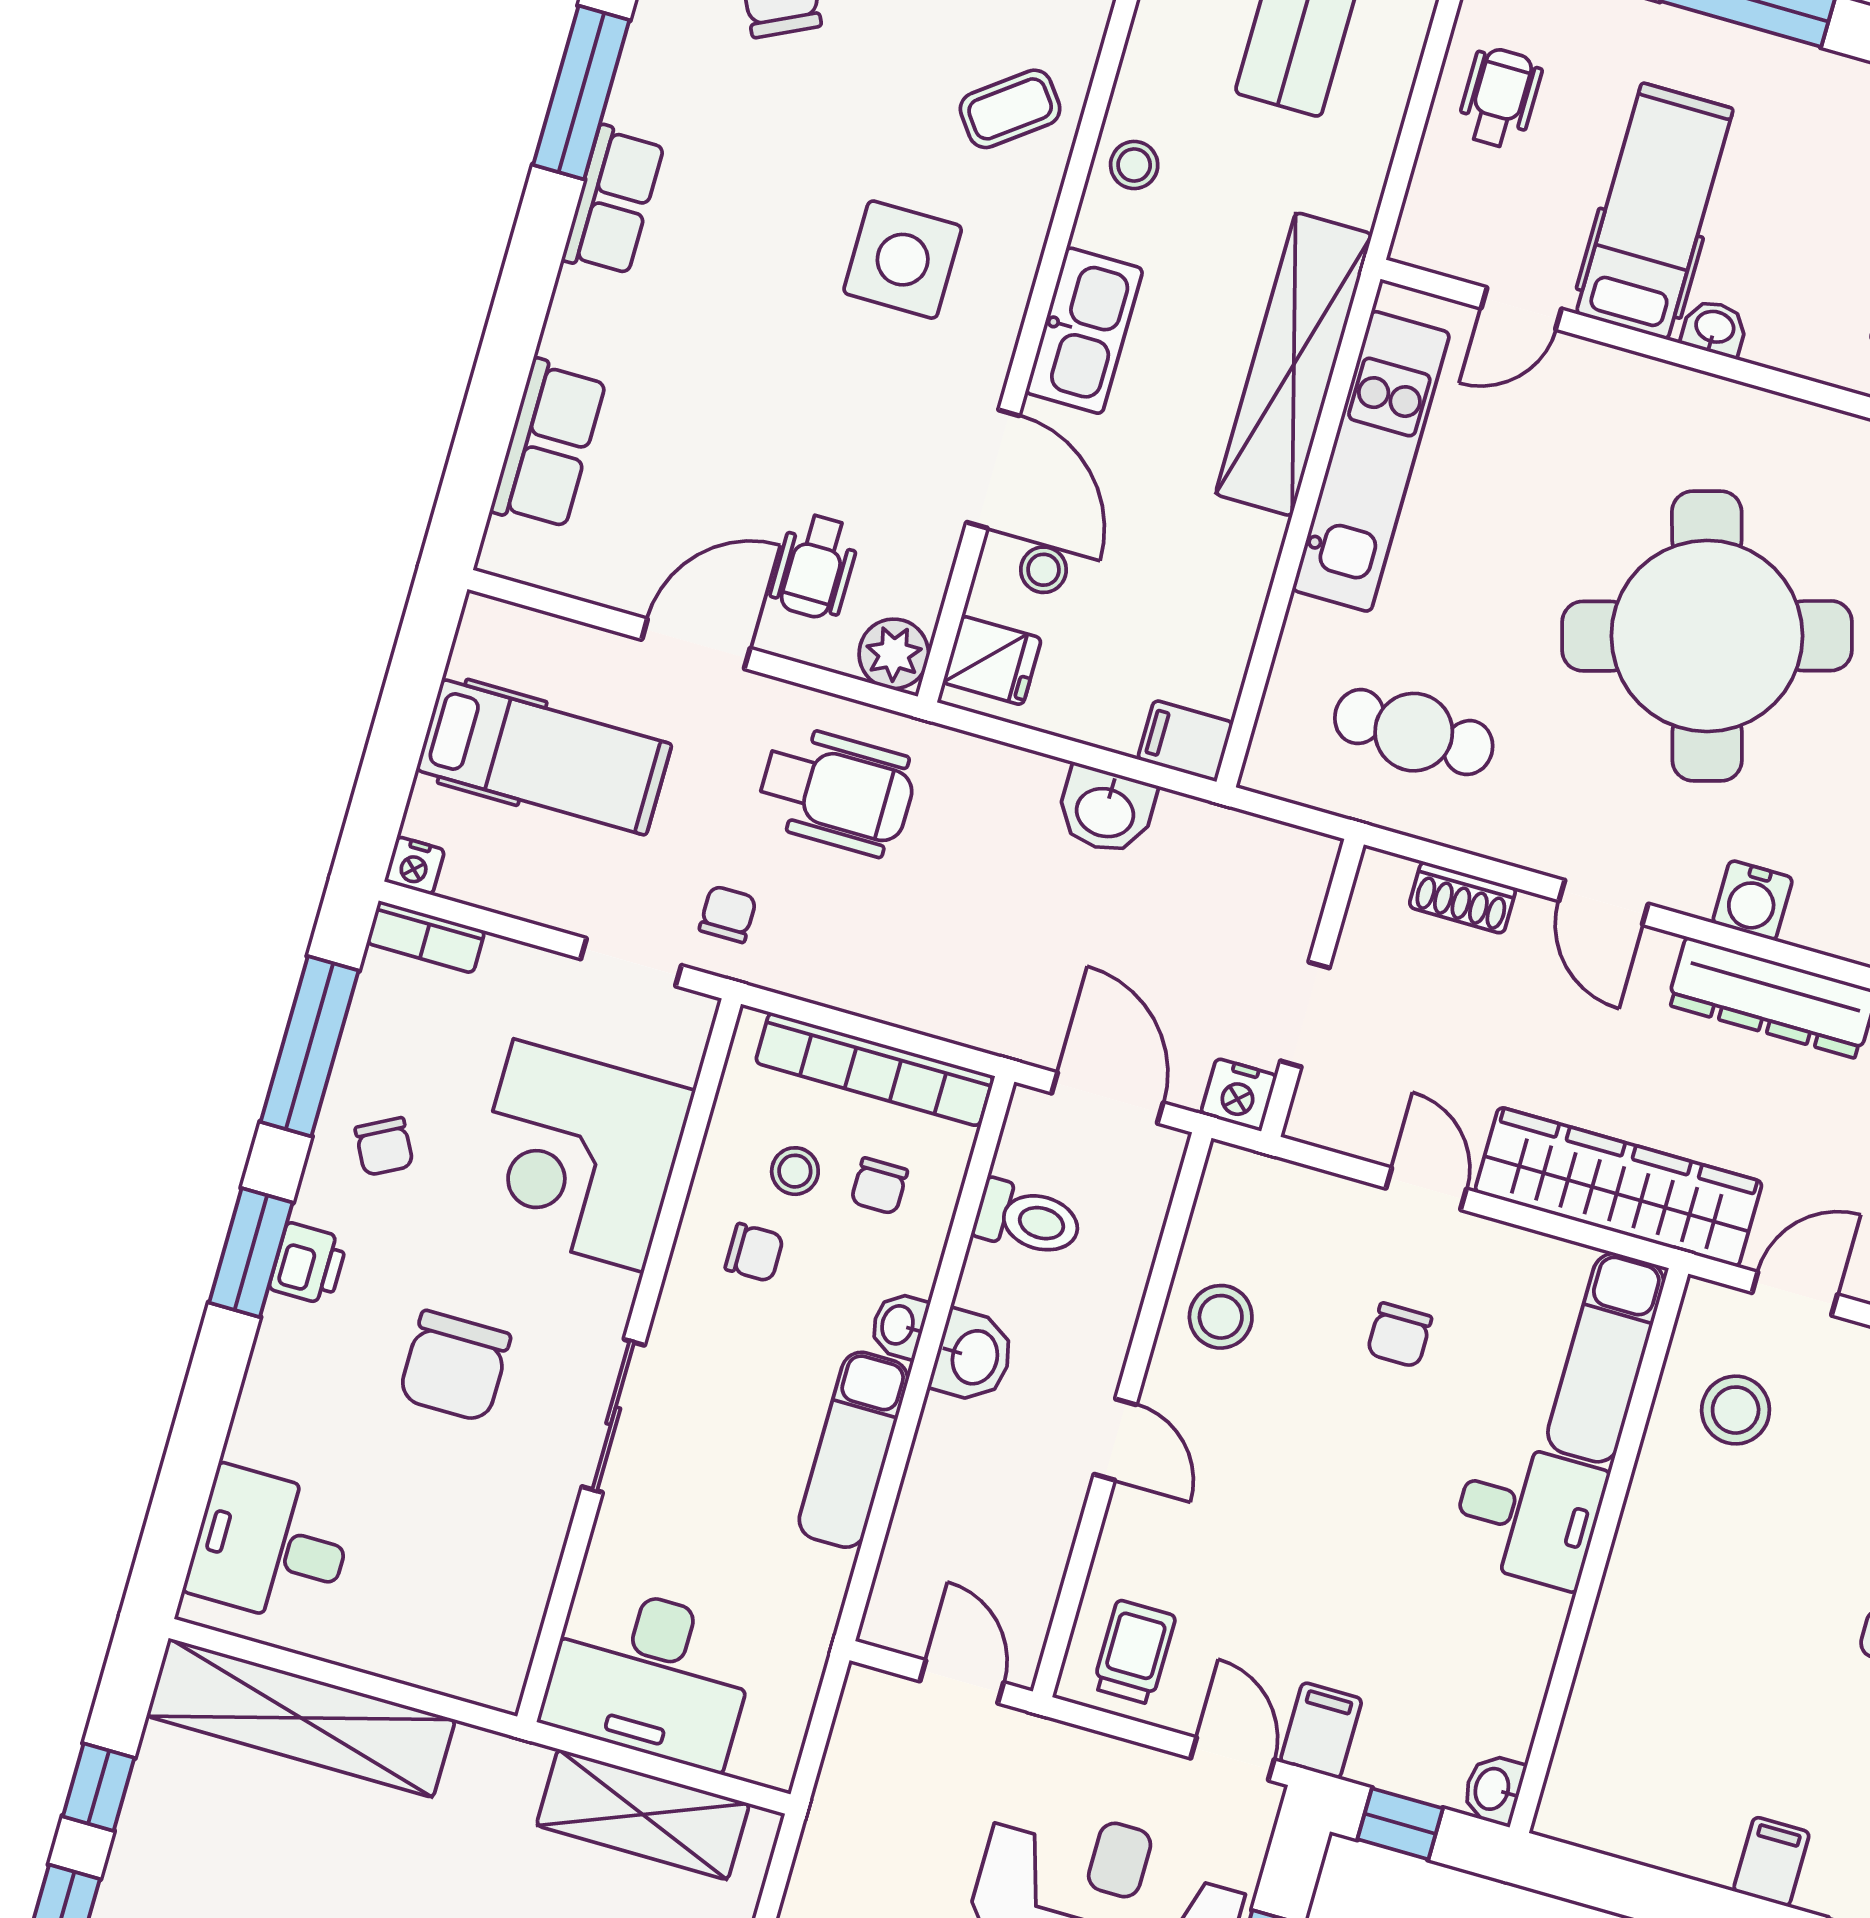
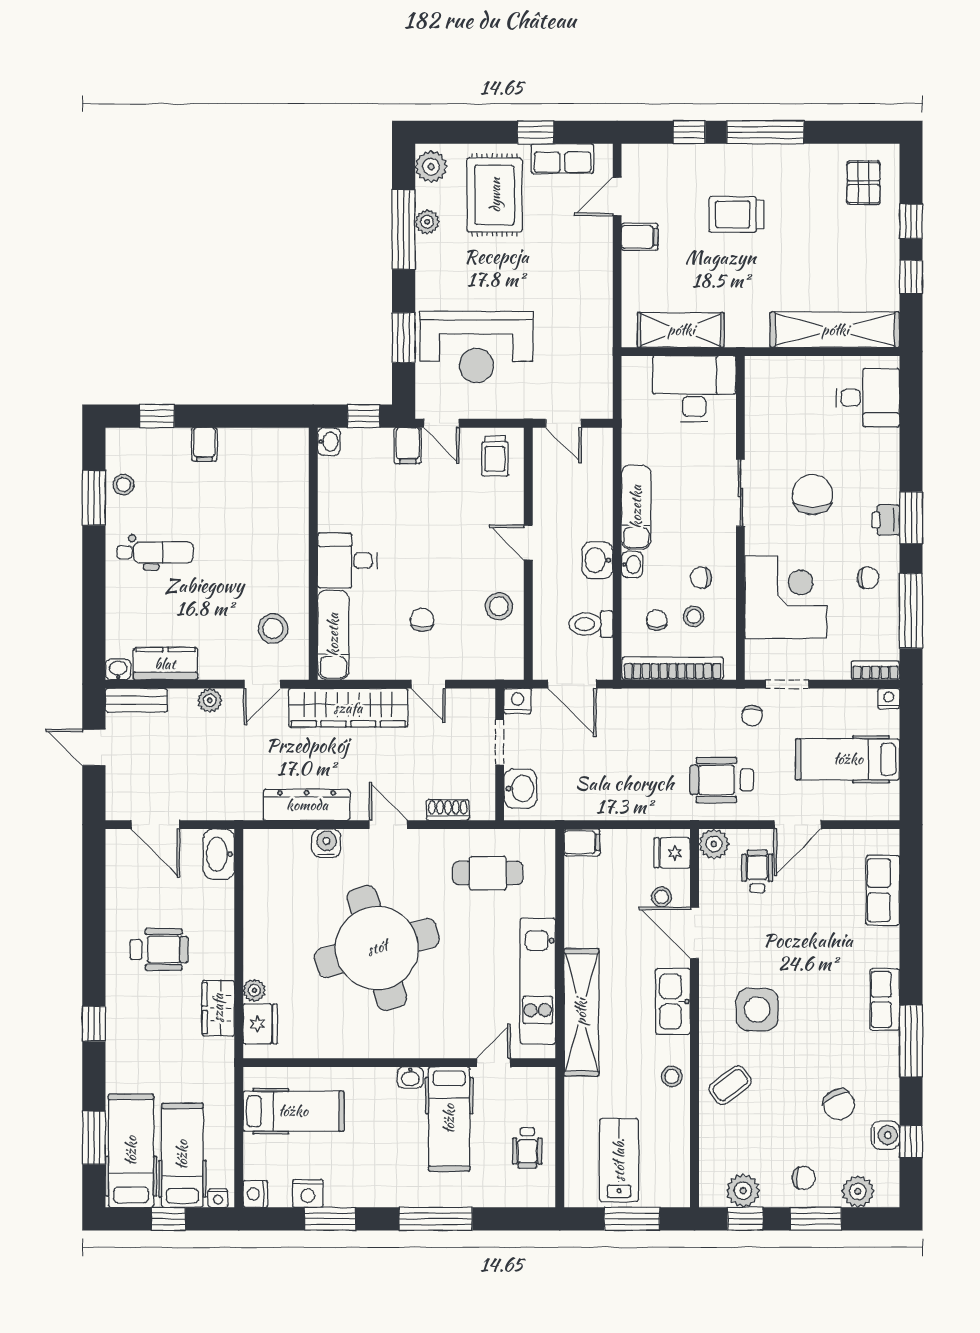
washbasin: (1106, 810) -> (520, 789), moved, turned 90
chair: (384, 1147) -> (868, 578), turned 118

